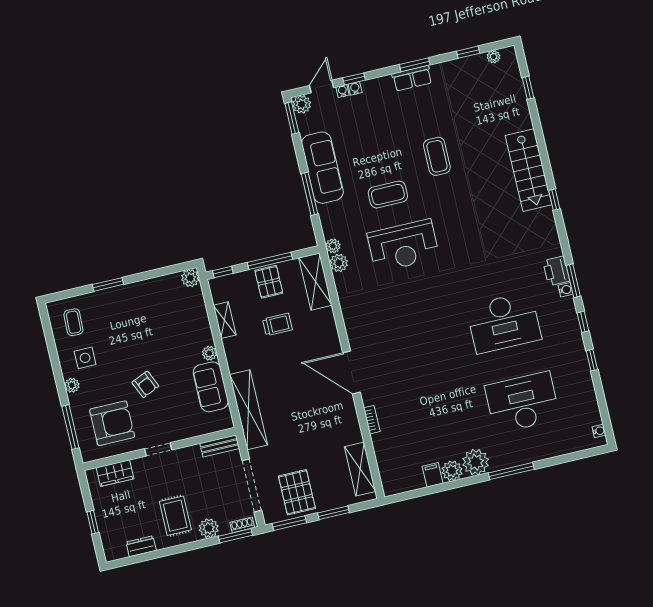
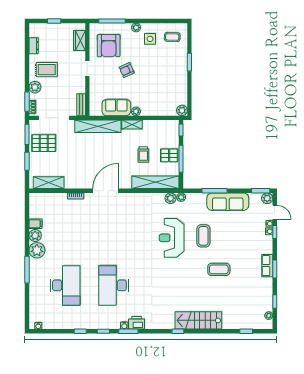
shelving: (315, 282) -> (155, 182), width x1.47
shelving: (225, 320) -> (132, 125), moved

